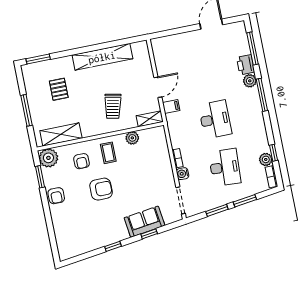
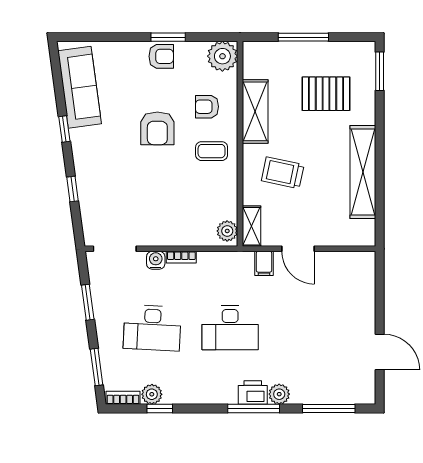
printer: (246, 65) -> (253, 393), moved
pallet: (59, 89) -> (326, 94), width x1.50, depth x1.42
shelving: (61, 134) -> (255, 111), moved
plant: (132, 138) -> (227, 231), moved
window: (40, 177) -> (168, 37), moved
armchair: (56, 196) -> (161, 56), turned 180
window: (245, 201) -> (97, 367), moved
sofa: (145, 222) -> (80, 87), moved, width x1.36

